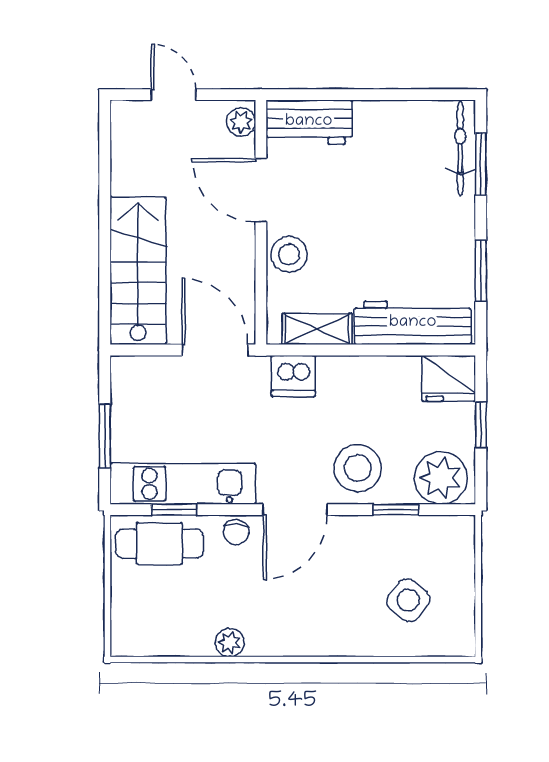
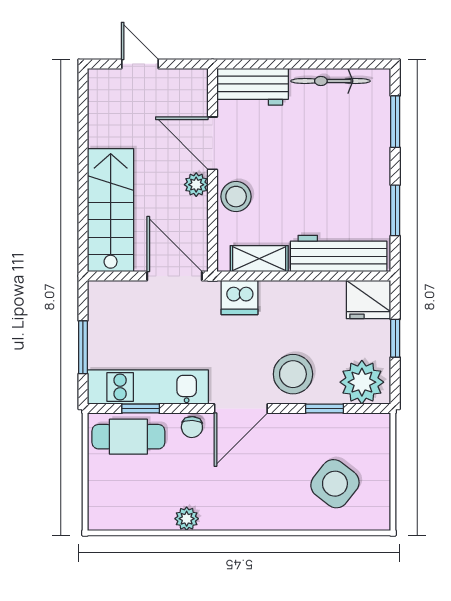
plant: (241, 122) -> (196, 185), moved
bicycle: (460, 148) -> (330, 81), moved, turned -90
side table: (408, 600) -> (335, 484), width x1.37, depth x1.37

